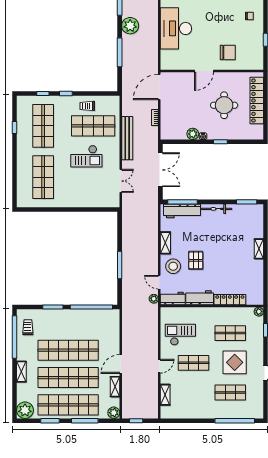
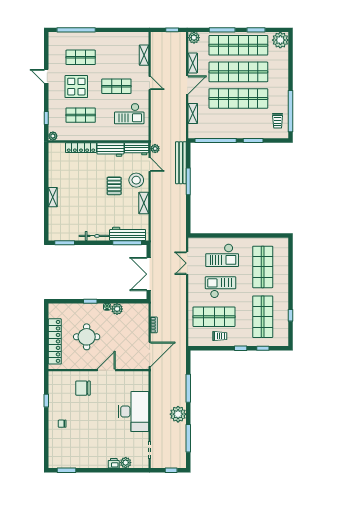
bench: (127, 138) -> (181, 163), moved
checkout: (85, 189) -> (222, 255), added
door: (159, 366) -> (150, 83), swing flipped
shelving: (21, 372) -> (193, 113), moved

